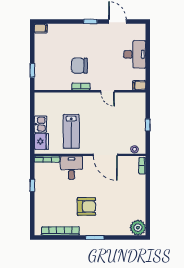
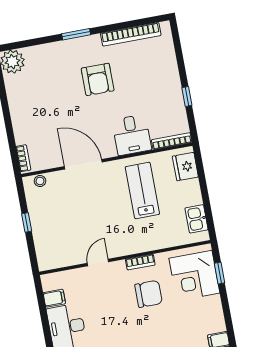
corner desk: (48, 72) -> (194, 276), added
filing cabinet: (139, 85) -> (54, 298), moved
door: (108, 91) -> (98, 263), hinge flipped
kitchen sink: (40, 124) -> (197, 219), moved
armchair: (86, 206) -> (98, 79), turned -90

